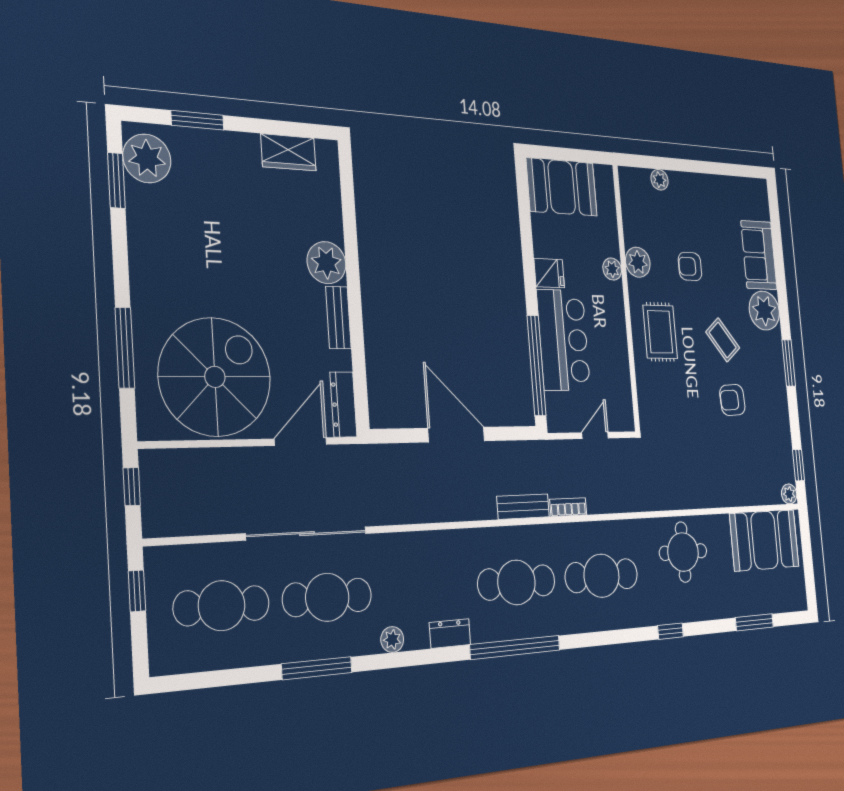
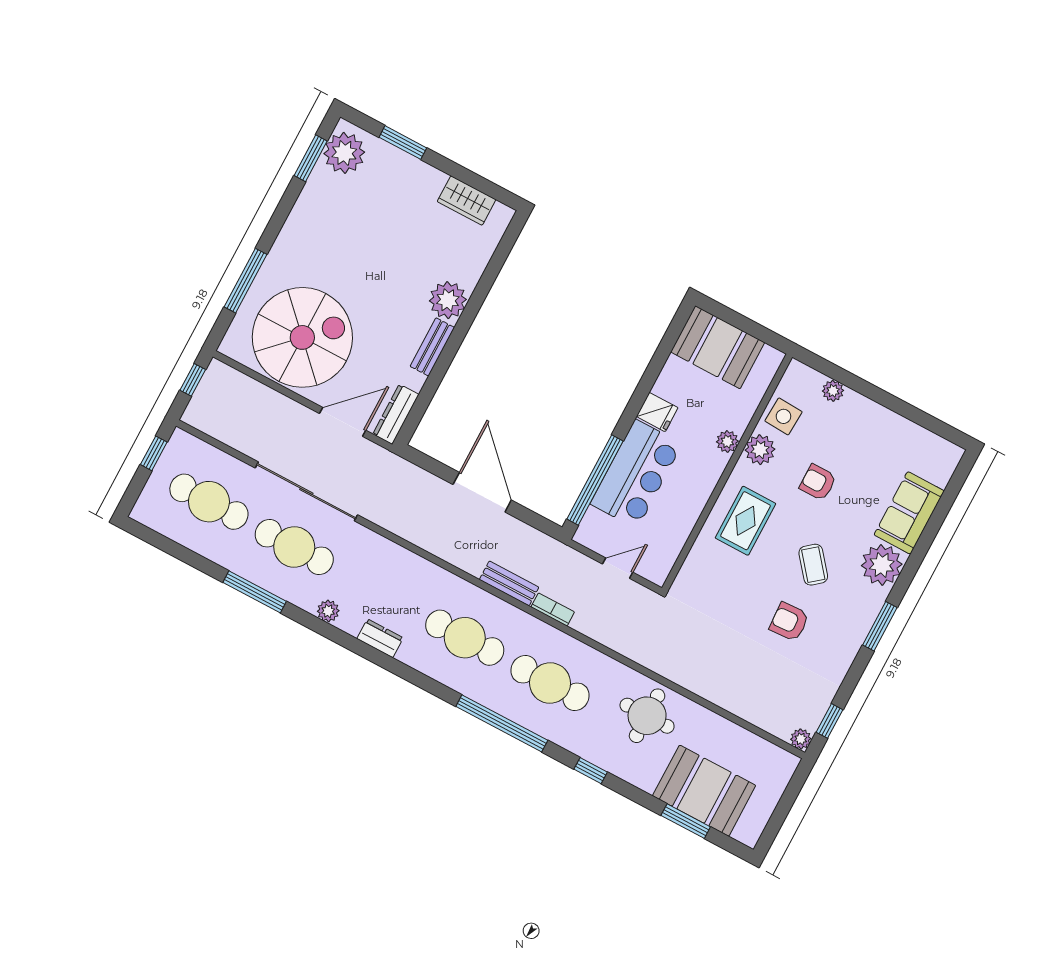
side table: (638, 223) -> (783, 416), added
booth: (764, 540) -> (704, 791), moved
window: (515, 647) -> (502, 723), moved

